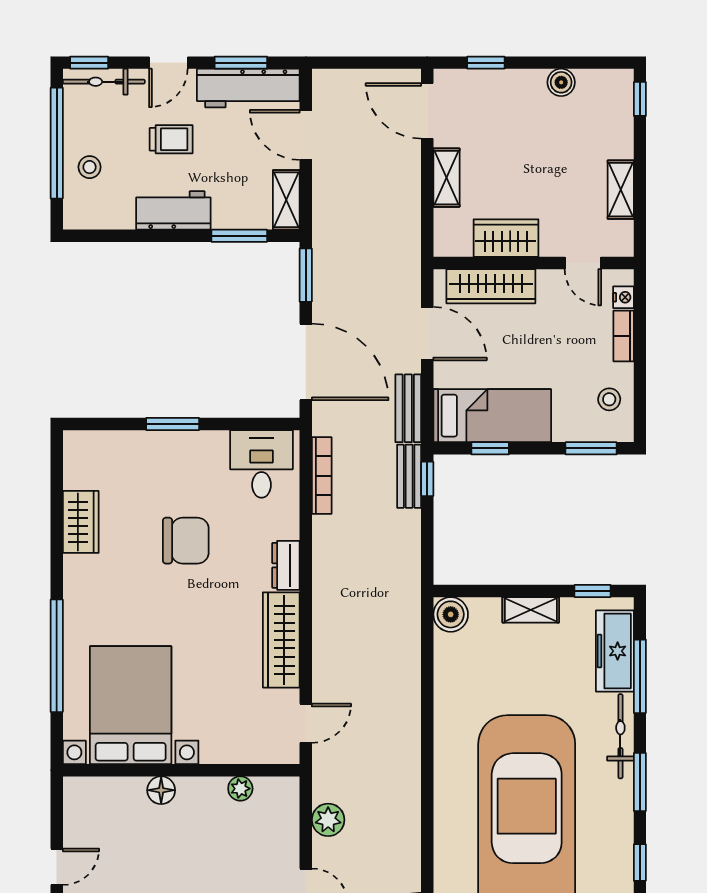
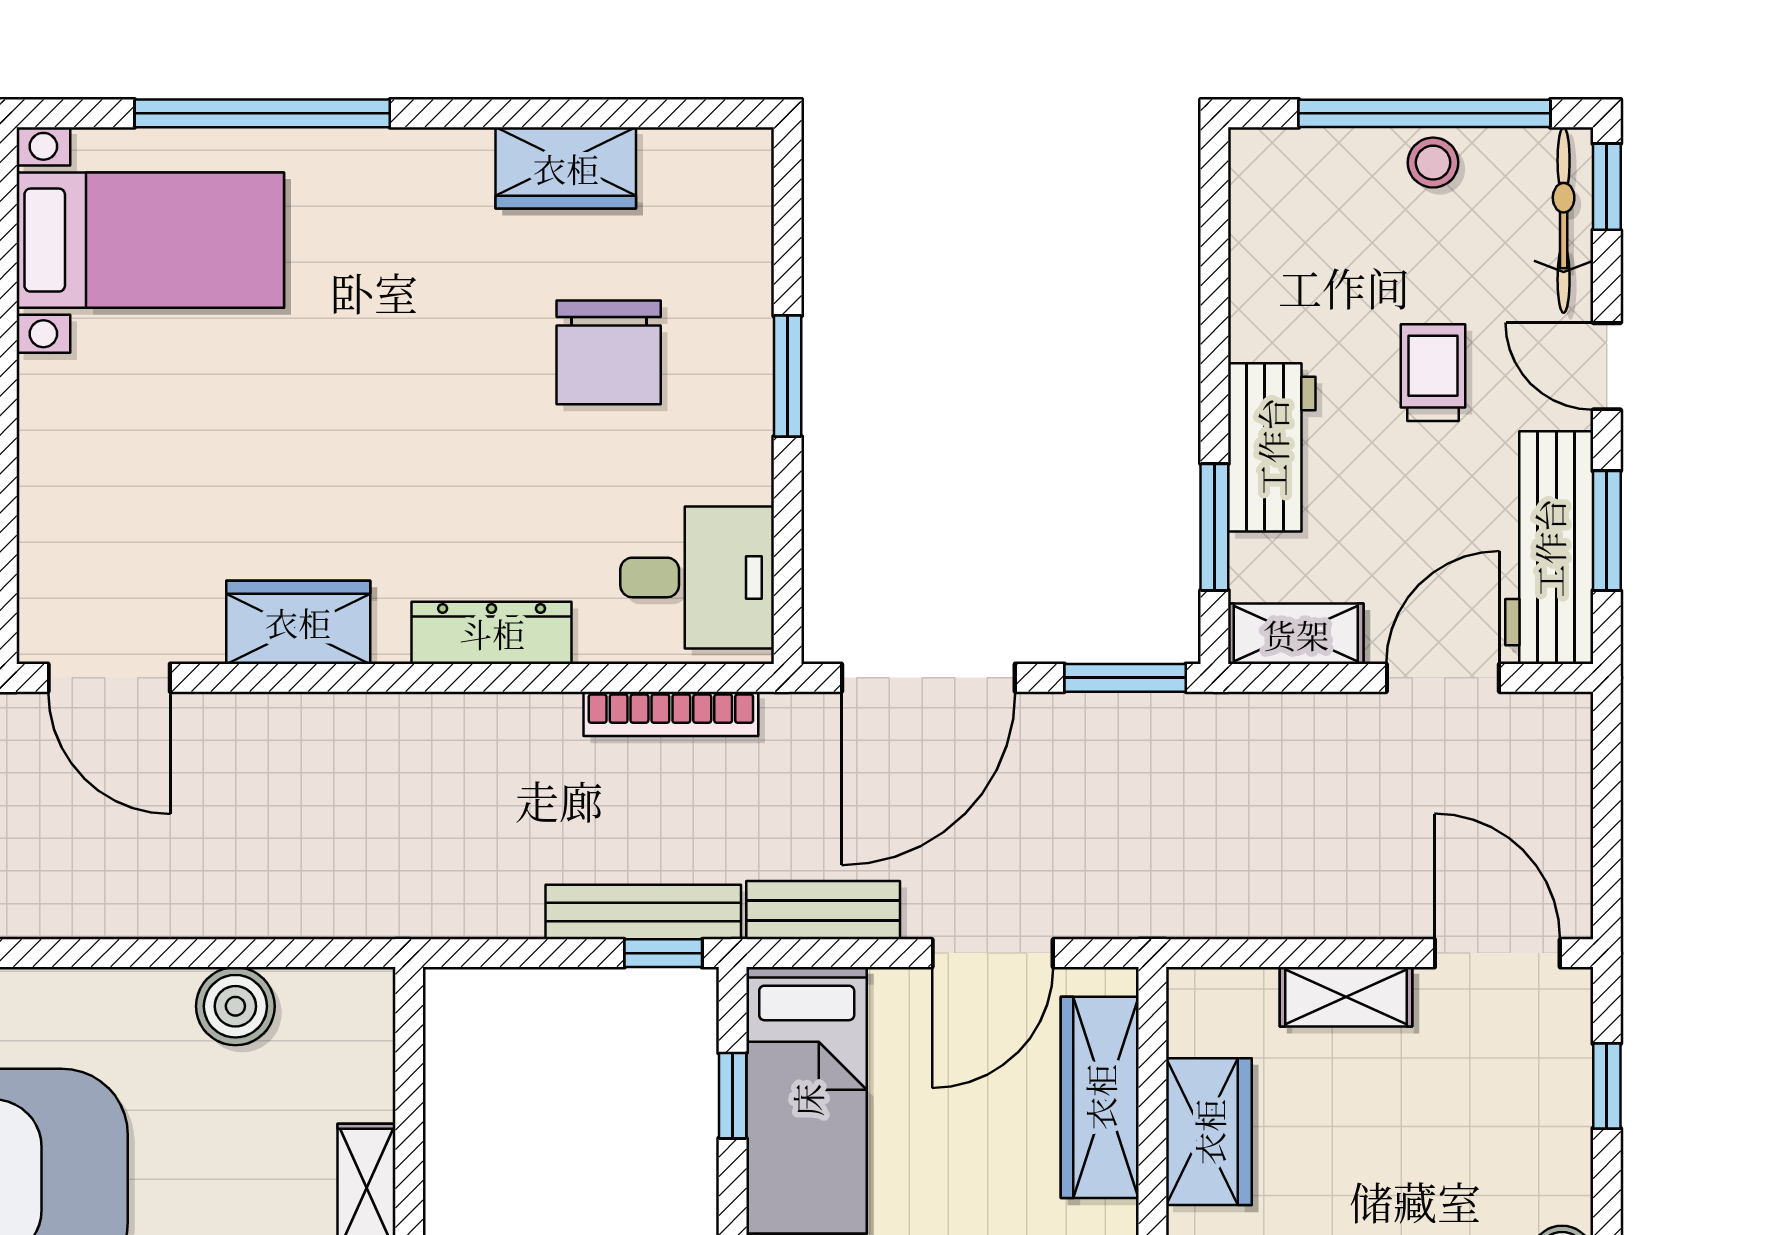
door: (427, 111) -> (1497, 953), hinge flipped
trolley: (171, 139) -> (1433, 373), turned 180
stool: (90, 167) -> (1433, 163), moved
workbench: (173, 210) -> (1272, 447), moved
bench: (409, 476) -> (643, 912), width x1.36
chair: (186, 541) -> (609, 352), moved
dresser: (286, 565) -> (492, 633), width x1.44
boiler: (451, 614) -> (235, 1006), moved
wardrobe: (281, 640) -> (298, 622), width x0.67
bed with nightstands: (131, 705) -> (150, 240), width x0.73
door: (306, 723) -> (109, 678), width x1.38

